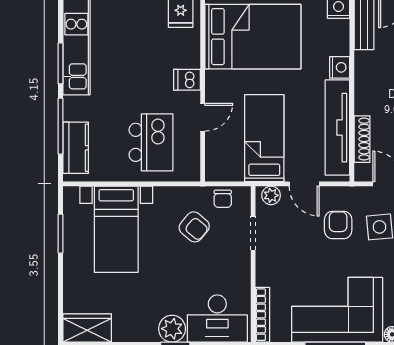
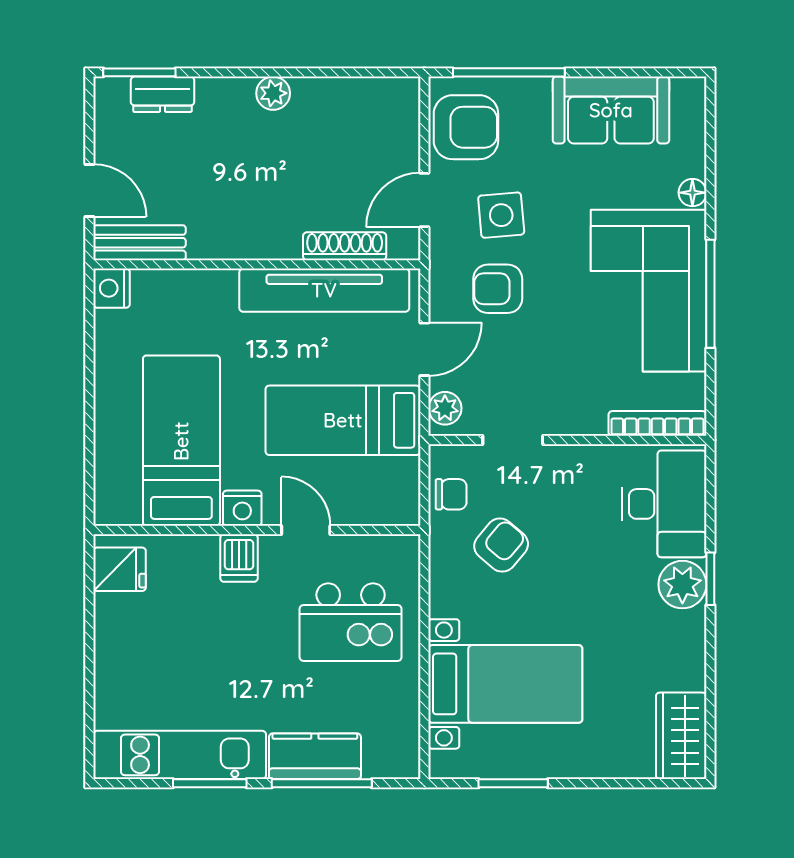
bed: (253, 37) -> (181, 441), width x0.67
nightstand: (340, 67) -> (242, 508), moved, turned 180
kitchen island: (151, 142) -> (351, 622), turned 180
kitchen counter: (76, 148) -> (315, 756), moved

